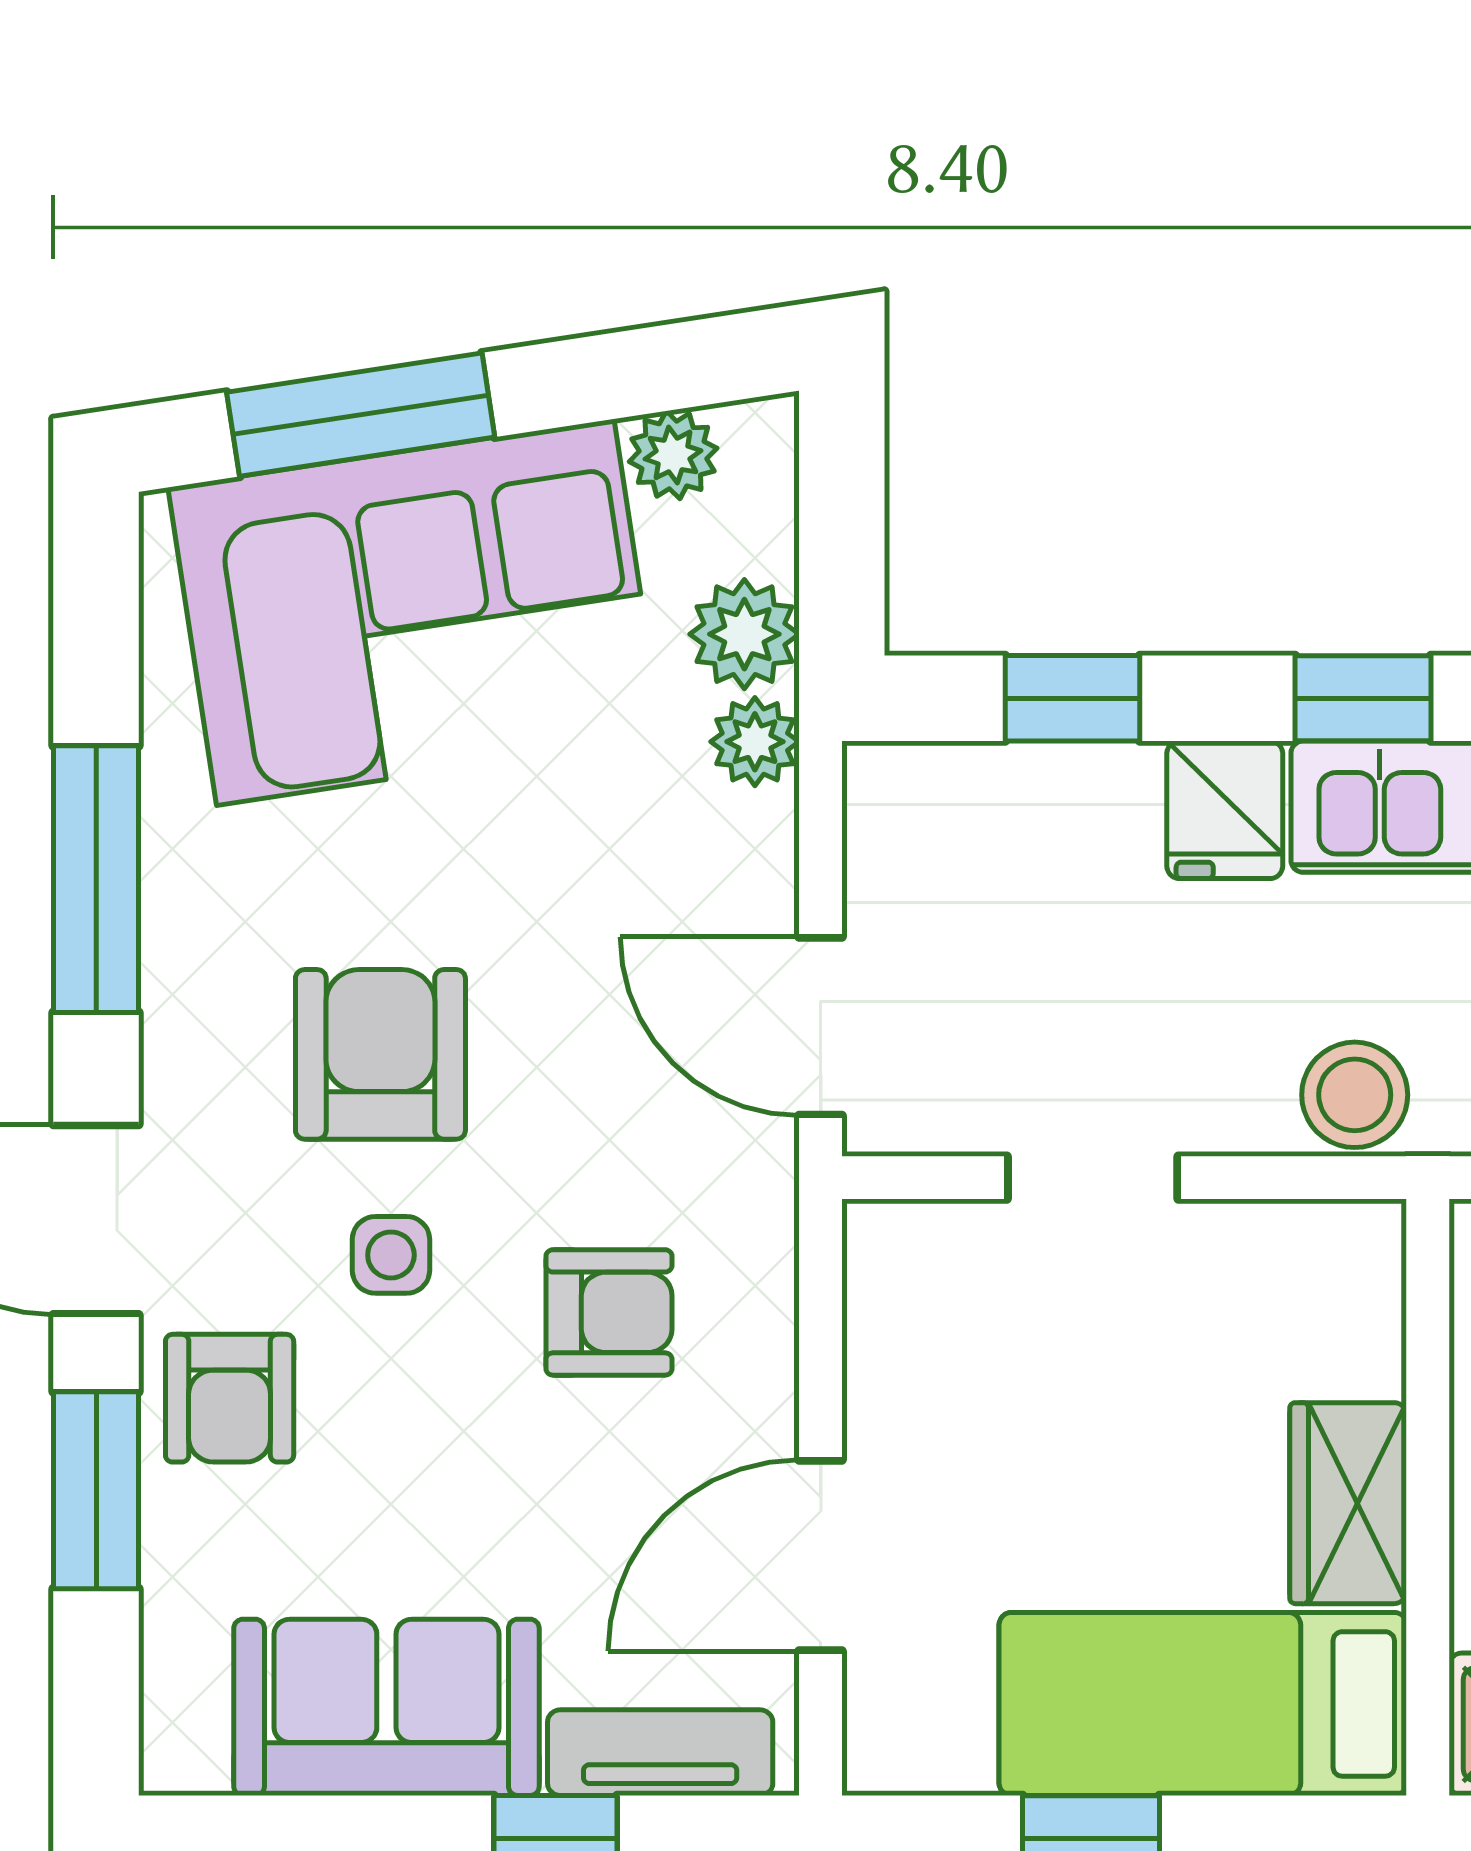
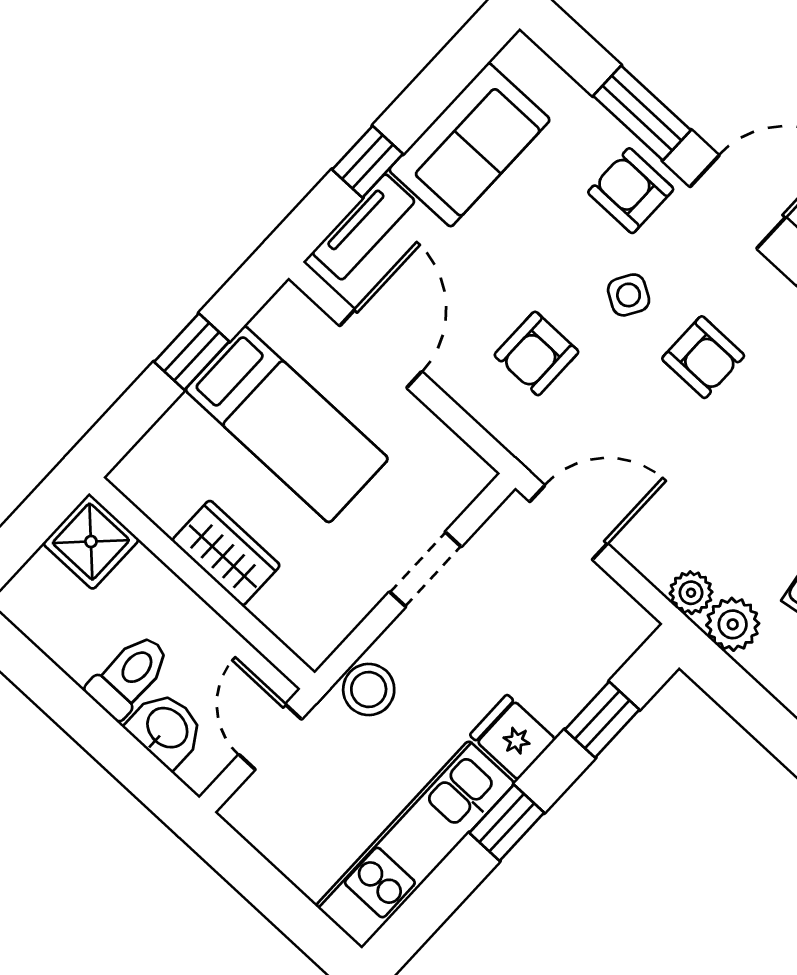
armchair: (380, 1054) -> (703, 357), width x0.72, depth x0.72
side table: (391, 1255) -> (629, 295), turned 31
bed: (1203, 1704) -> (287, 424), moved, turned 90

